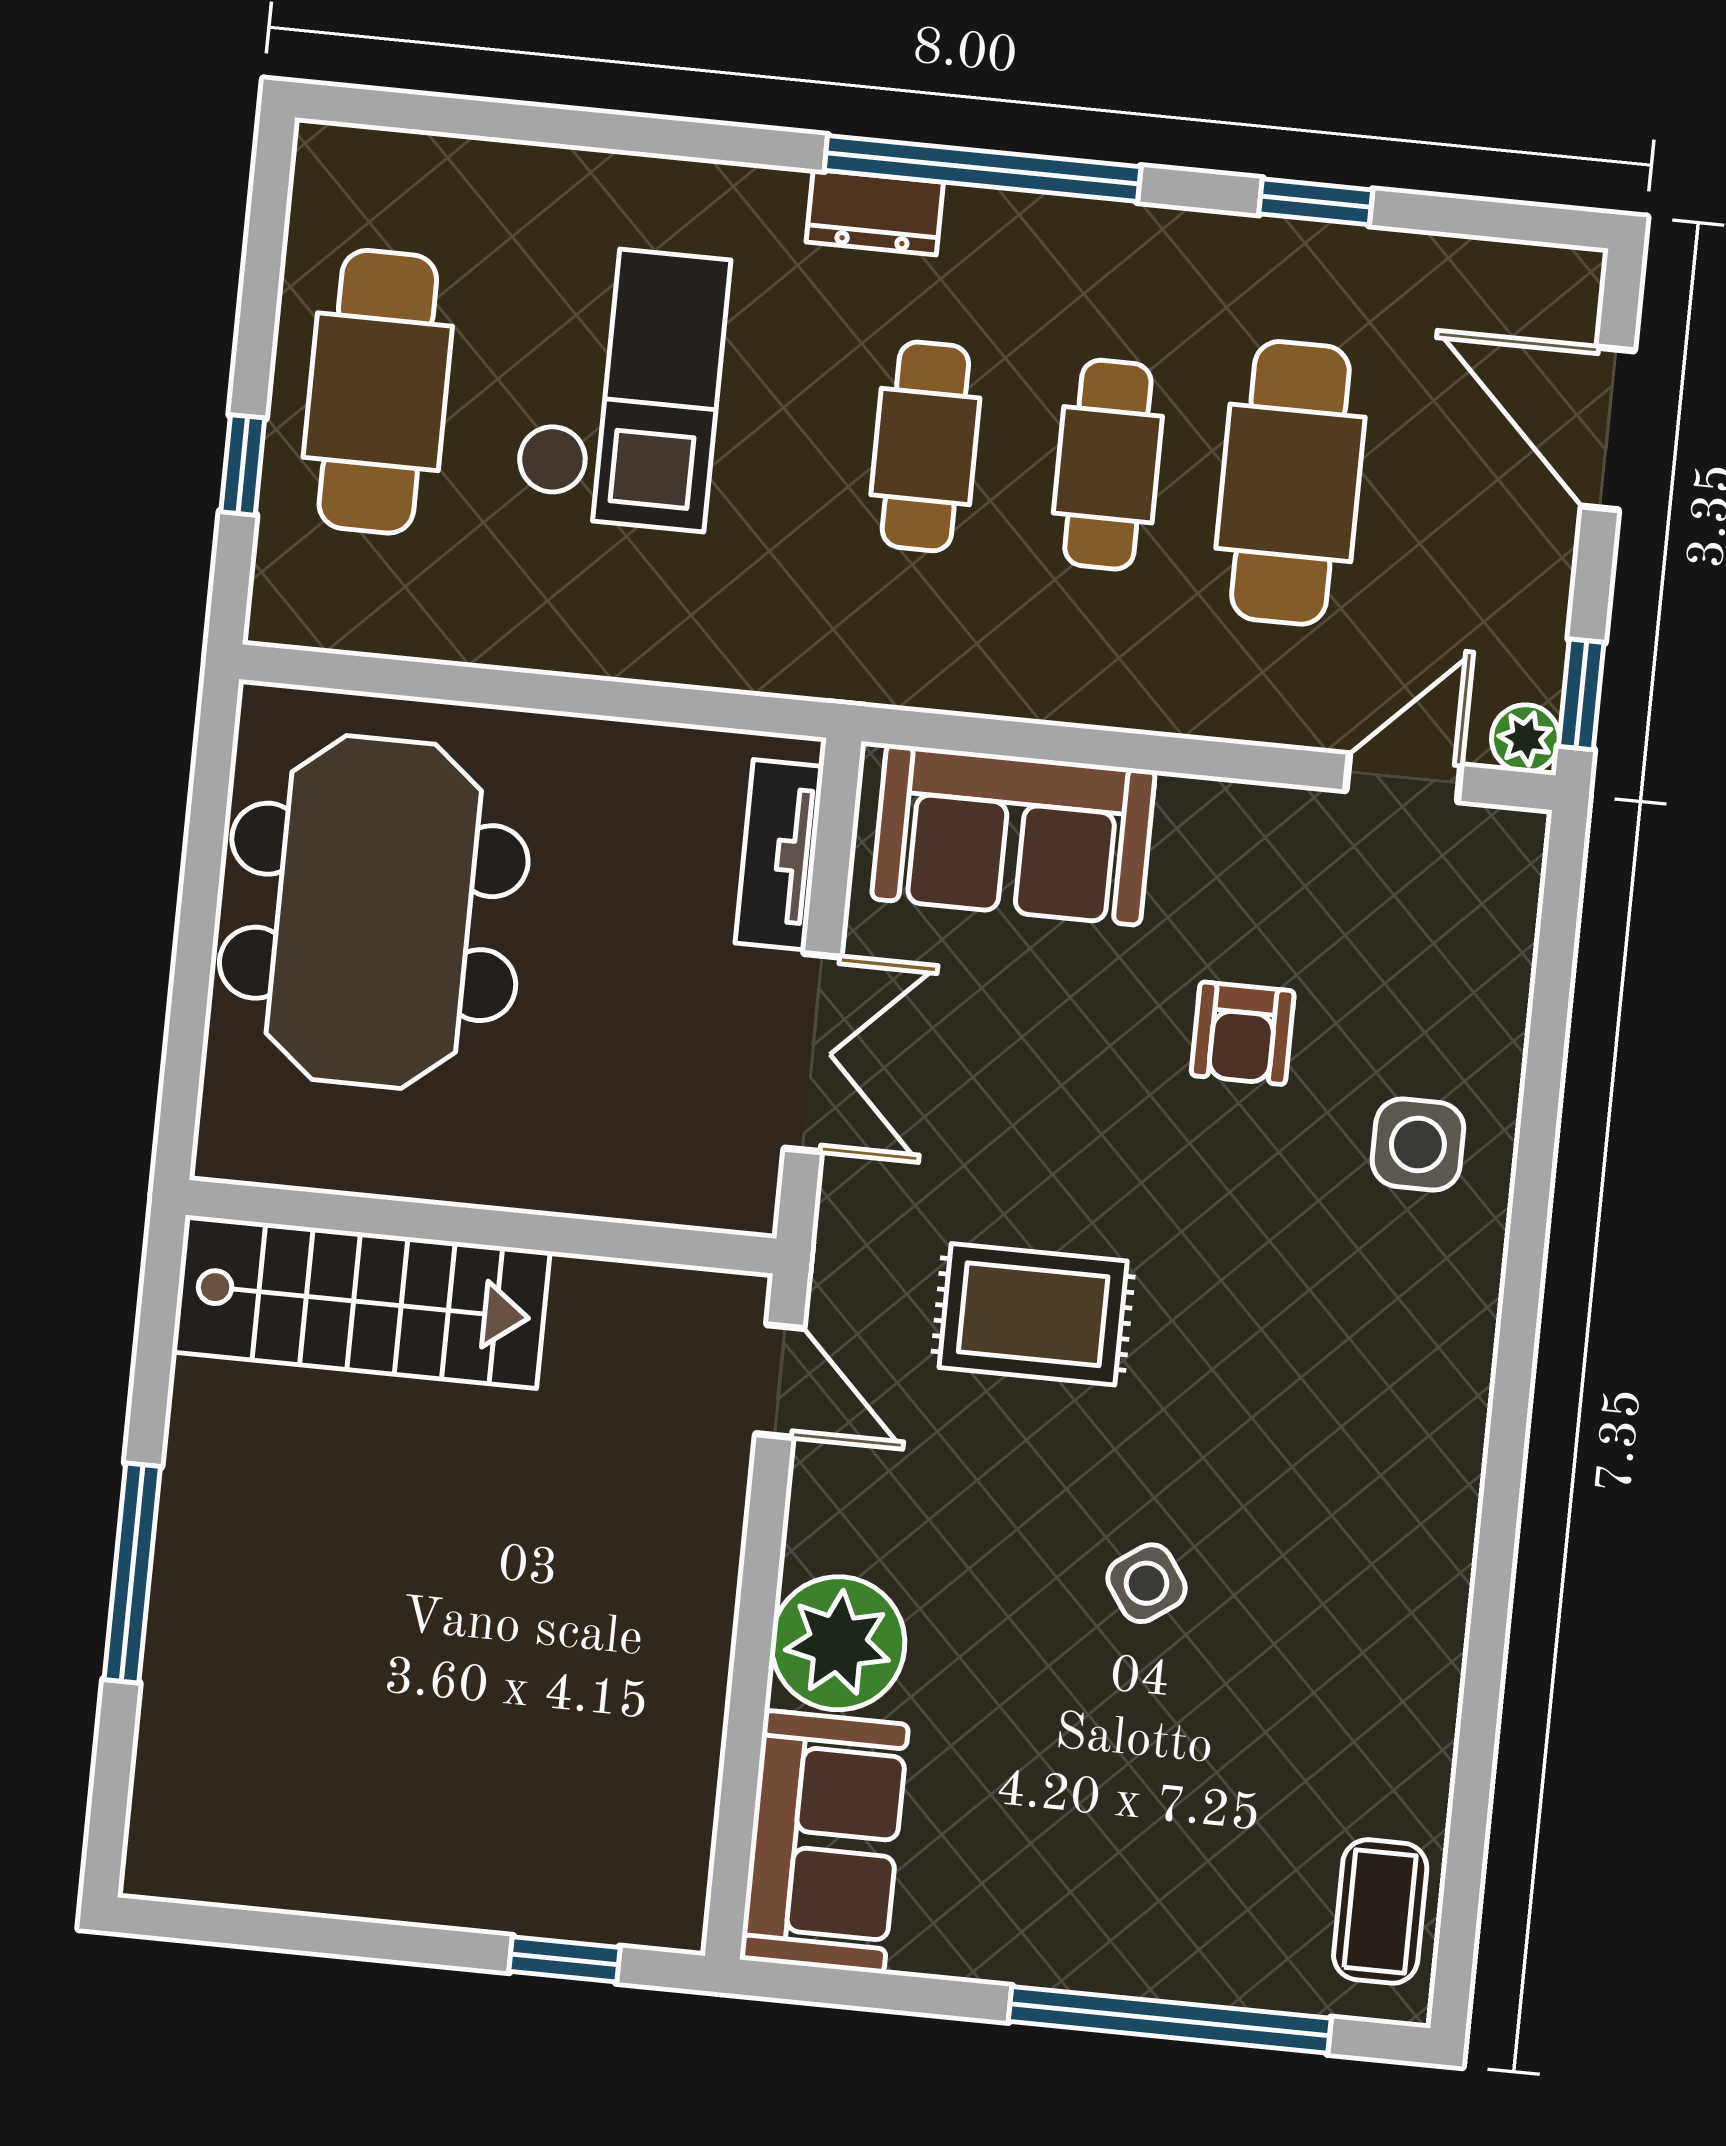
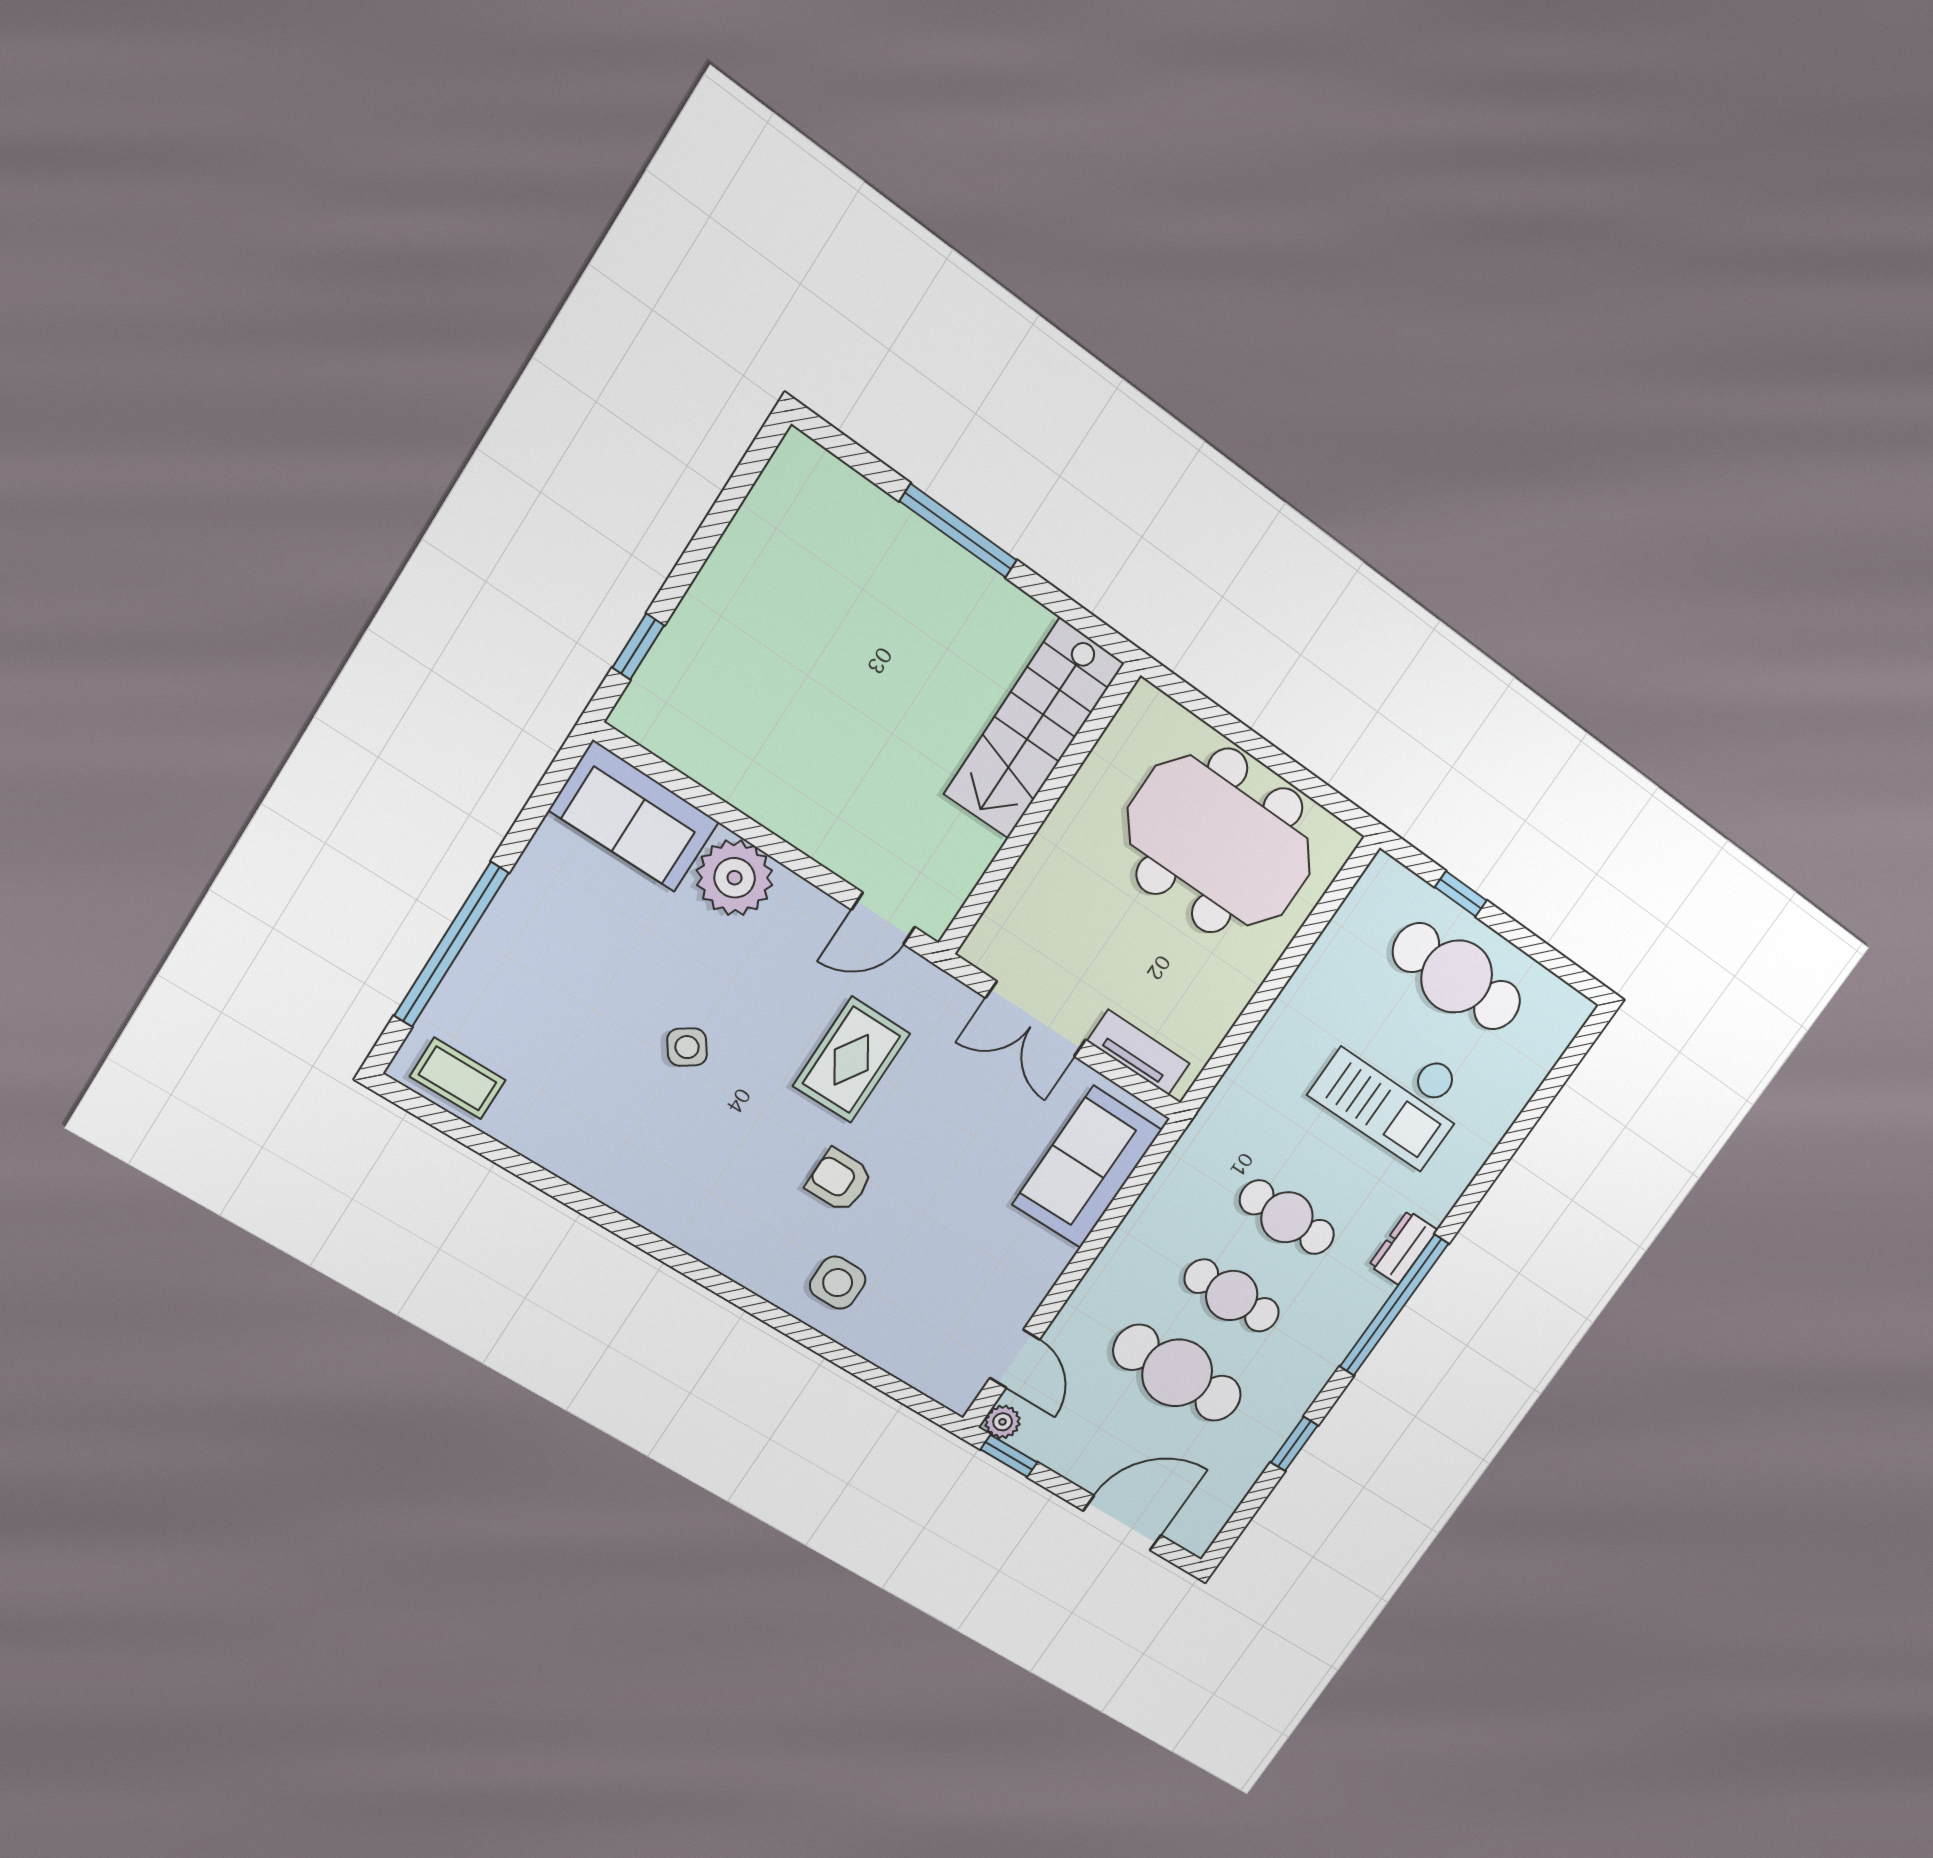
armchair: (1243, 1033) -> (839, 1180), moved

